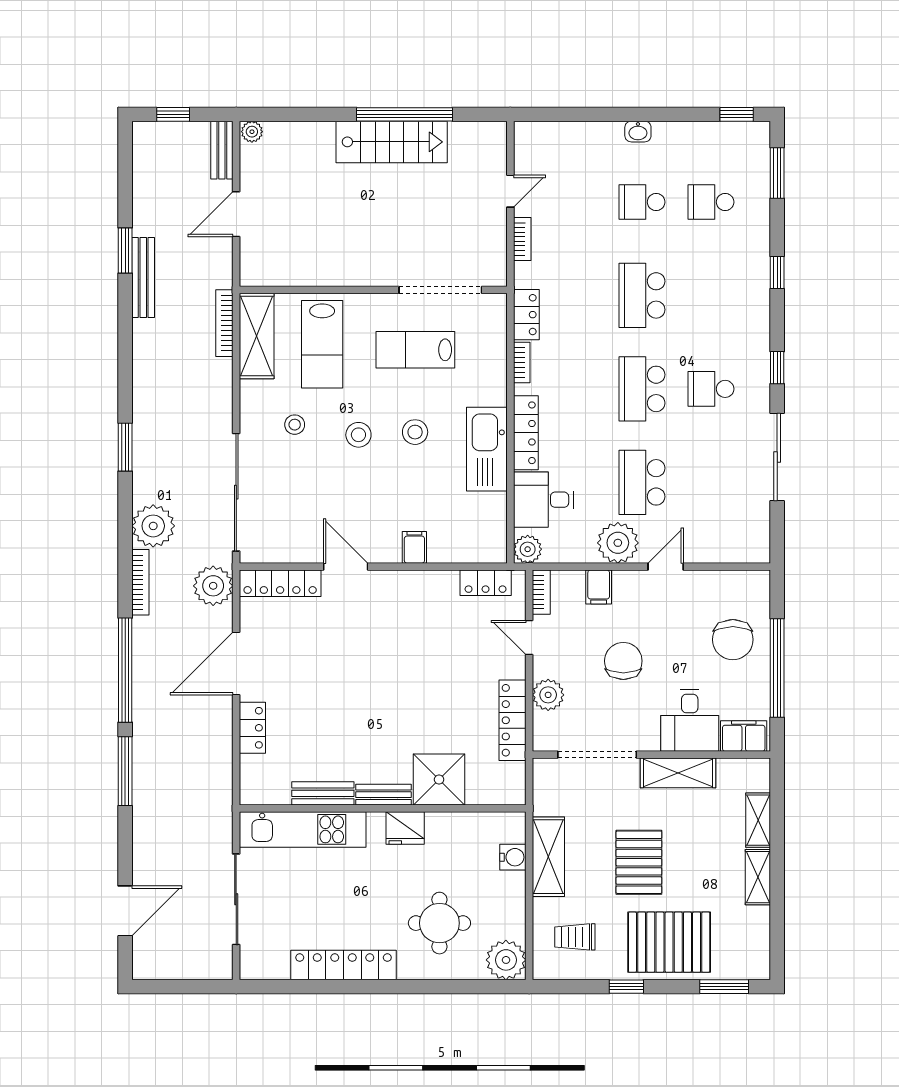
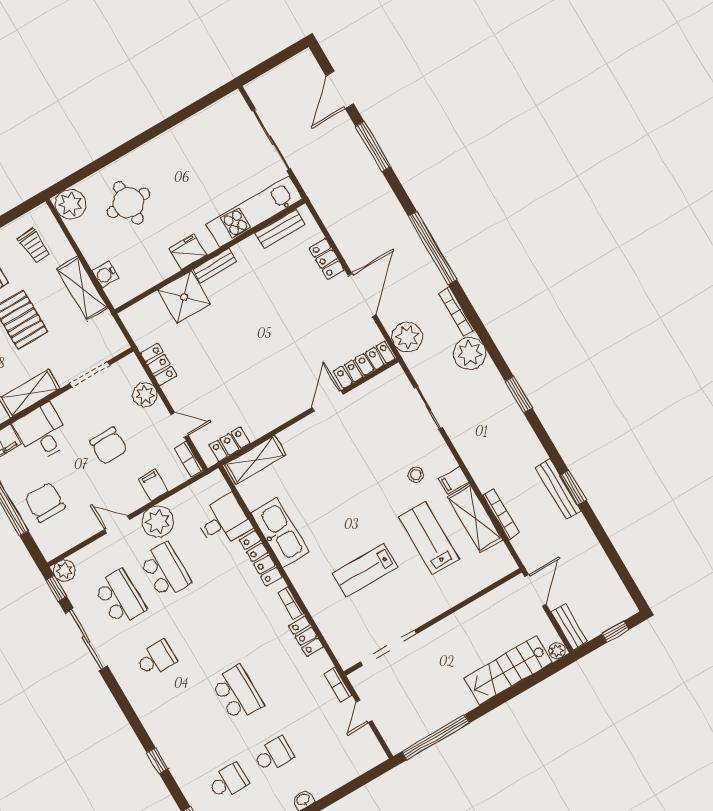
window: (404, 114) -> (436, 737), moved
stairs: (392, 142) -> (508, 670), moved
window: (125, 251) -> (573, 488), moved
bench: (143, 278) -> (558, 489), moved
wall: (373, 290) -> (433, 622), moved
doorway: (440, 290) -> (389, 648), moved
lab bench: (415, 350) -> (365, 570), turned 180
window: (777, 368) -> (56, 588), moved
school desk: (642, 389) -> (120, 597), moved
stool: (415, 432) -> (334, 516), removed
stool: (358, 435) -> (370, 493), removed
sliding door: (236, 492) -> (428, 408), width x0.54
filing cabinet: (414, 547) -> (454, 480), moved, turned 90
shelving: (467, 548) -> (255, 460), added
plant: (528, 549) -> (64, 571), moved
door: (346, 567) -> (328, 401), swing flipped
door: (666, 567) -> (117, 524), swing flipped
locker: (512, 720) -> (159, 364), width x0.66
doorway: (597, 755) -> (90, 374), width x0.73
window: (125, 771) -> (373, 146), moved
bench: (323, 793) -> (280, 228), moved
trolley: (575, 937) -> (34, 246), turned 85
locker: (344, 965) -> (175, 138), removed

